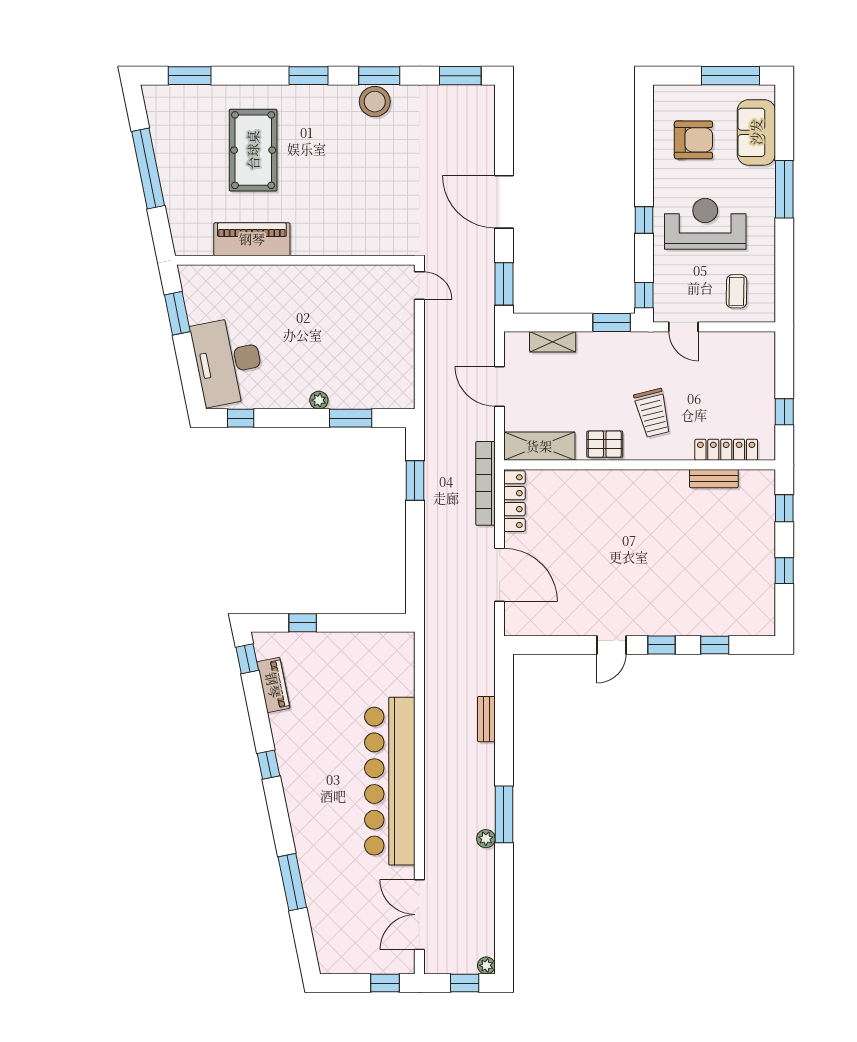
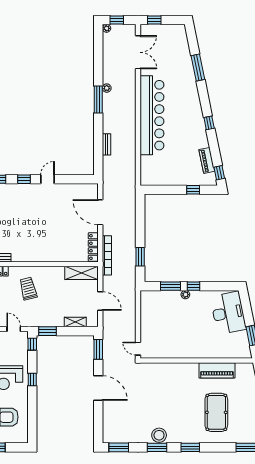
window: (241, 418) -> (194, 286), moved
pallet: (605, 444) -> (51, 274), removed

